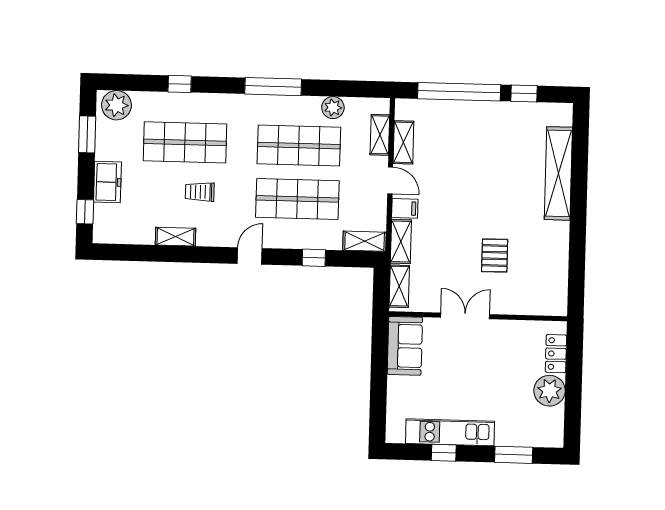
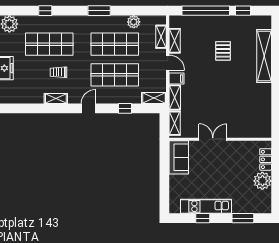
window: (273, 87) -> (99, 11), width x0.69
shelving: (175, 237) -> (56, 98), moved
pallet: (495, 255) -> (223, 51), moved

